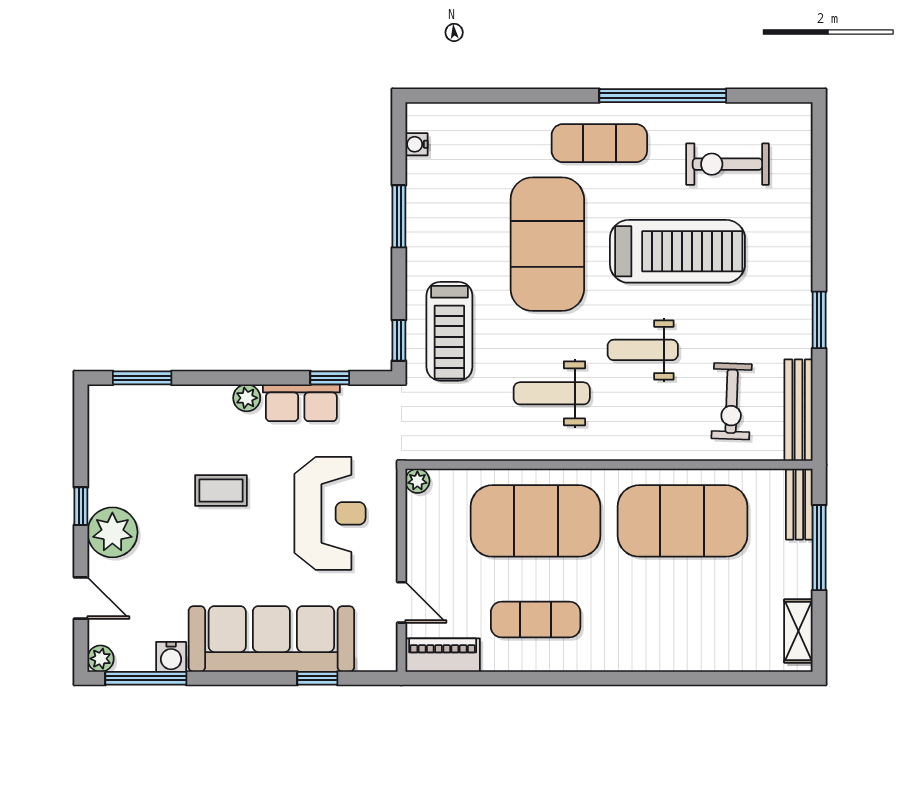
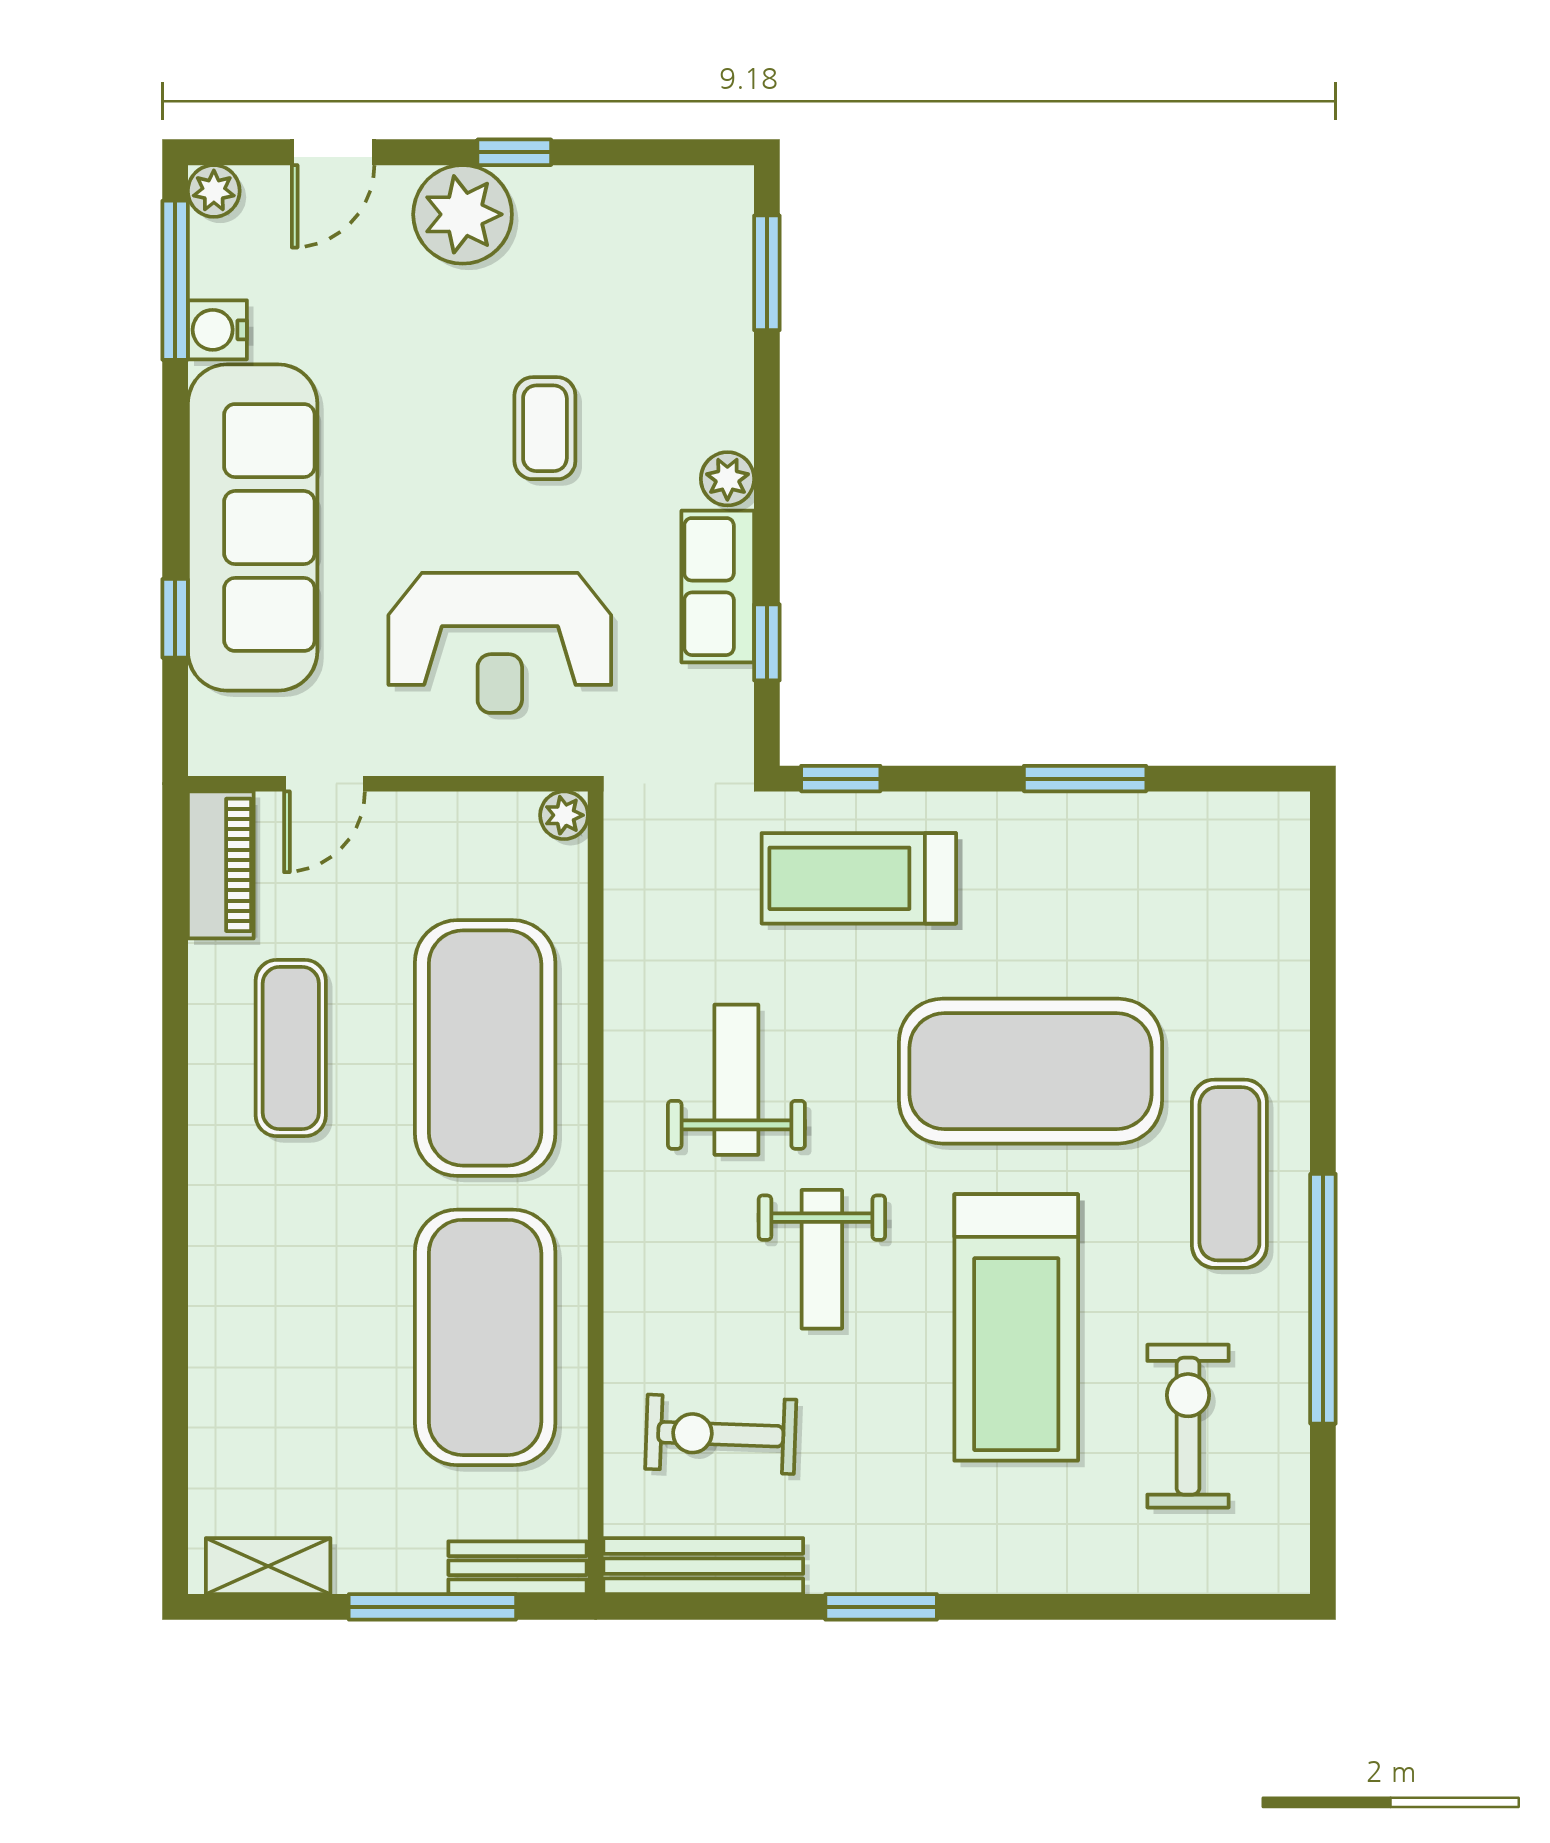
water cooler: (416, 144) -> (1227, 813), removed
weight bench: (643, 350) -> (822, 1259), turned 180

